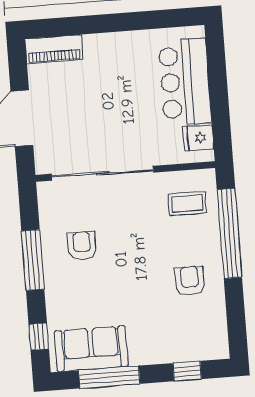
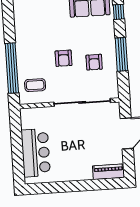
fridge: (198, 138) -> (29, 122), removed
armchair: (190, 281) -> (64, 58), moved

